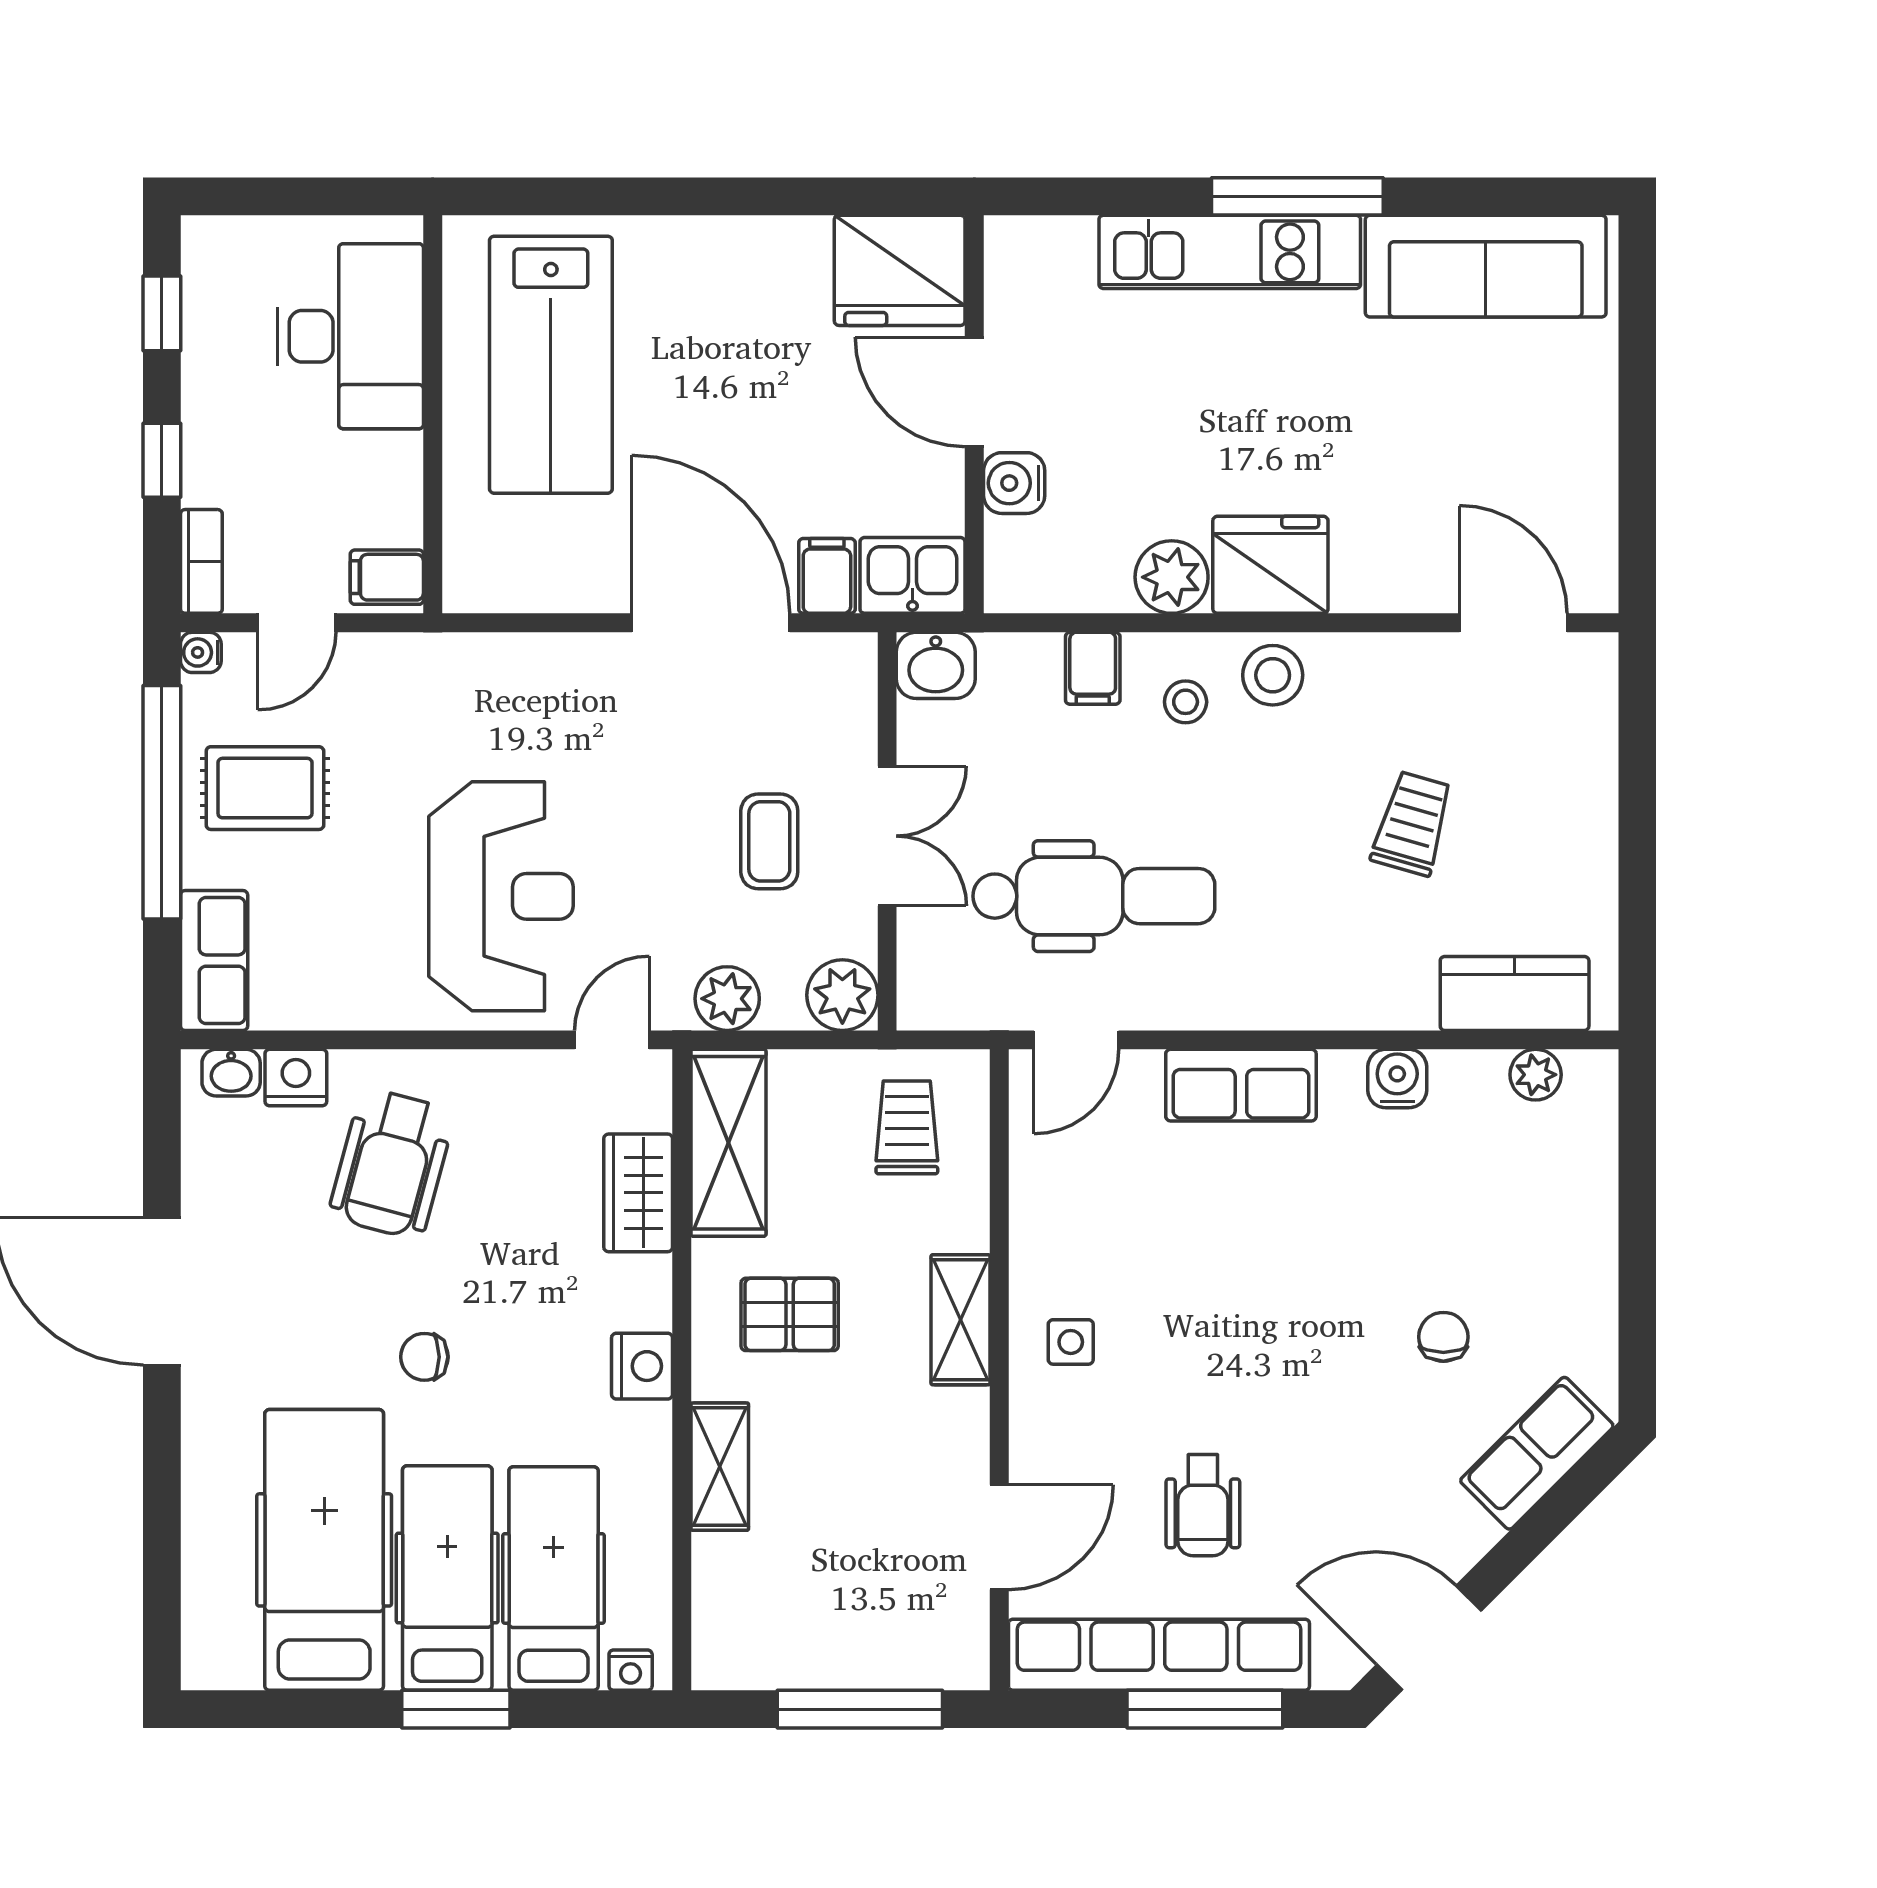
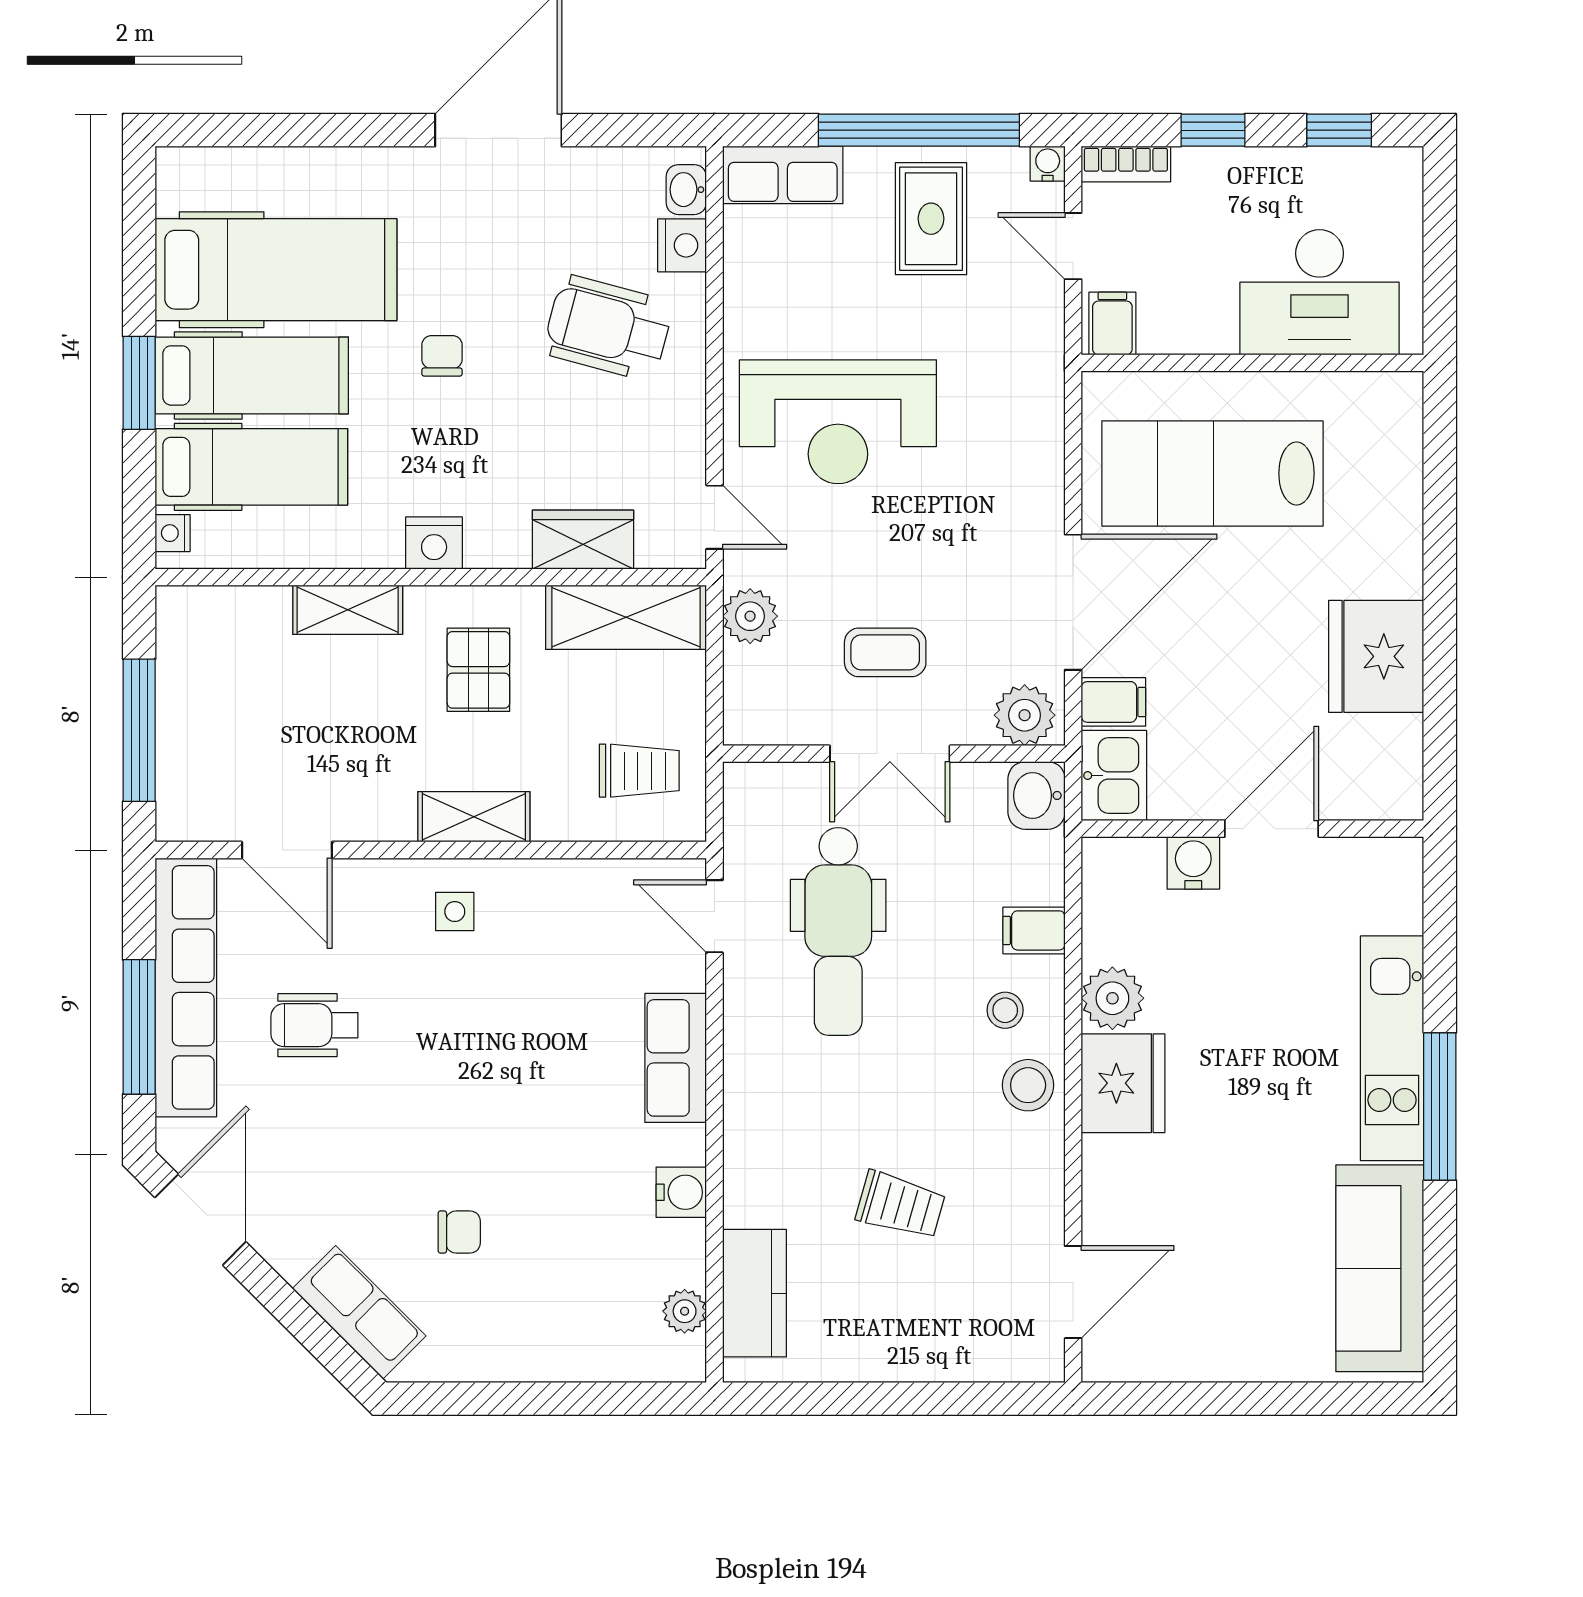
fridge: (900, 270) -> (1376, 656), moved
lab bench: (551, 365) -> (1212, 473), moved
plant: (842, 995) -> (1025, 715), moved

